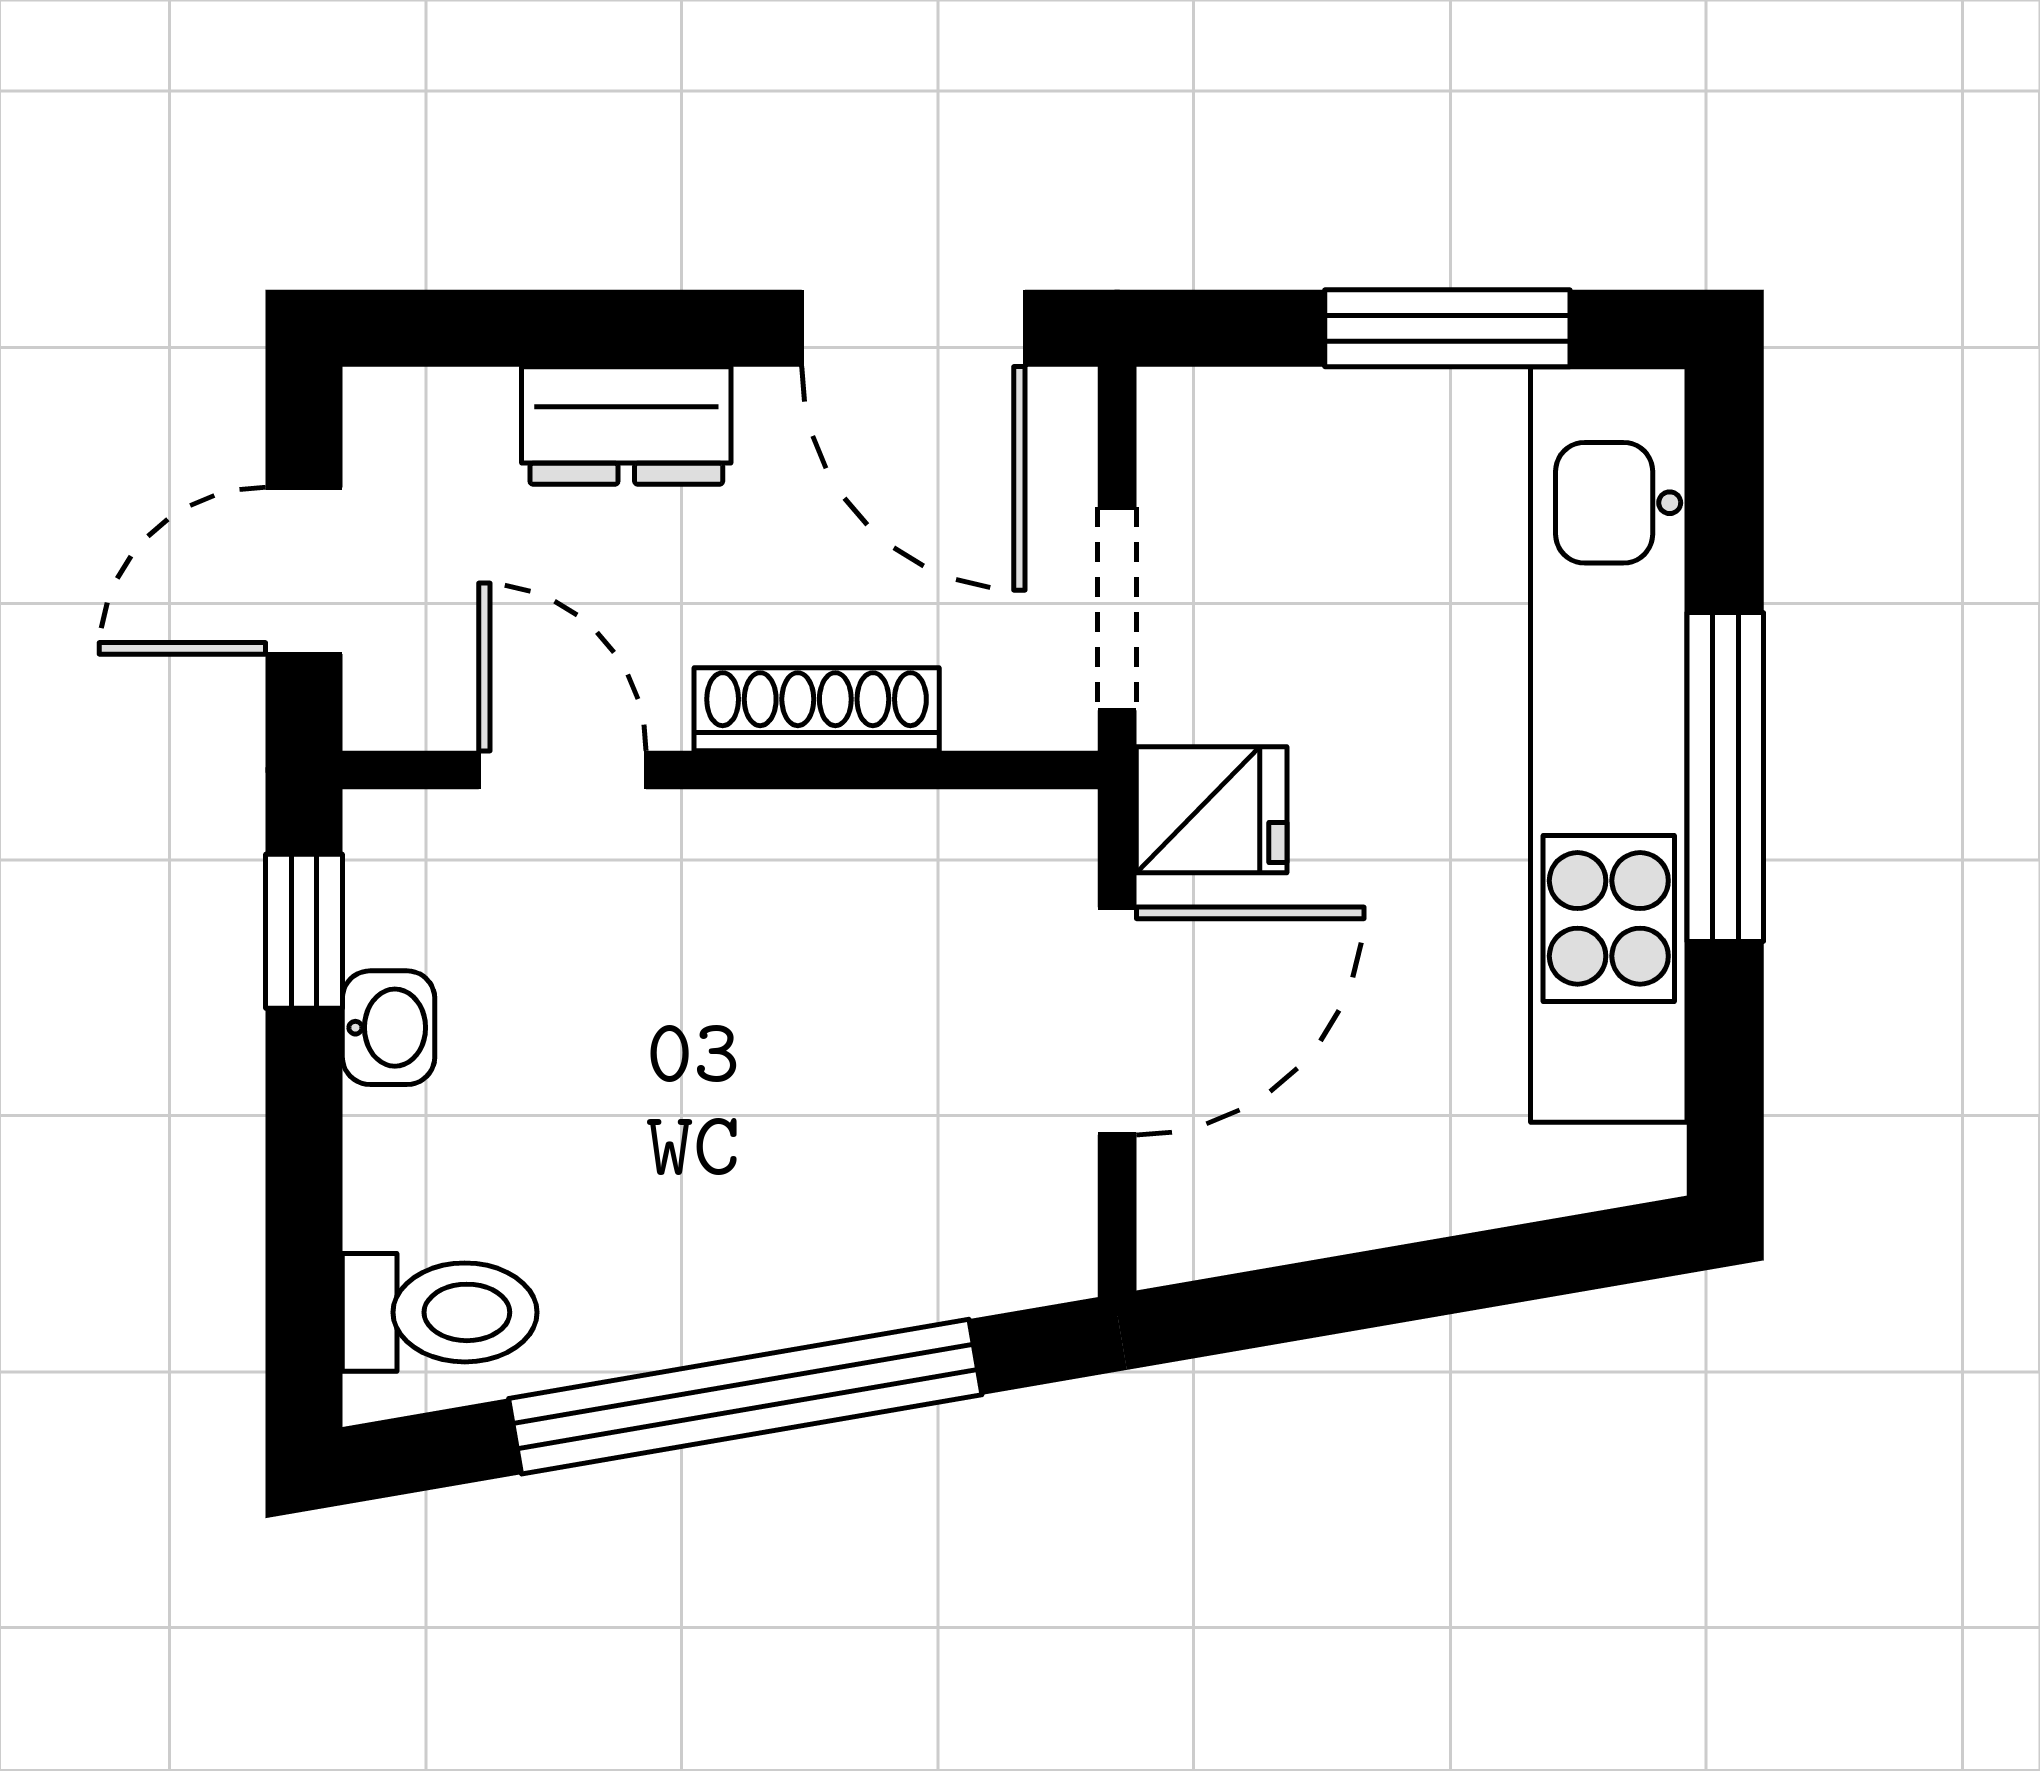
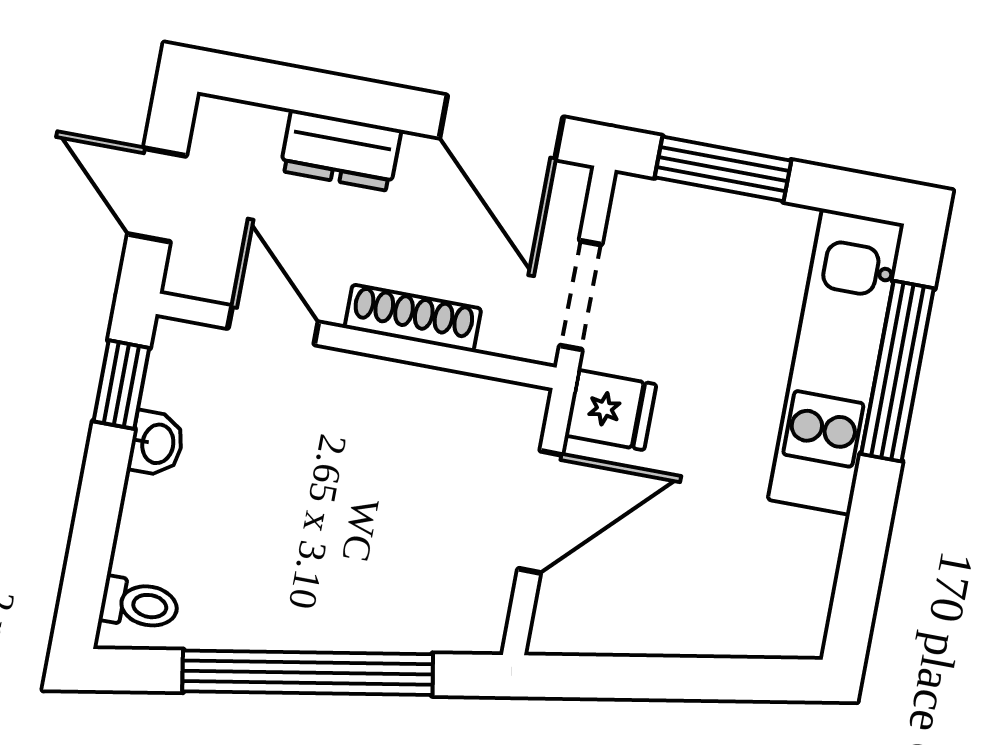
window: (1447, 328) -> (723, 169), moved
door: (304, 571) -> (157, 195), hinge flipped
kitchen unit: (1609, 745) -> (836, 362), width x0.73
window: (1725, 777) -> (898, 371), moved
toilet: (440, 1312) -> (139, 604), width x0.73, depth x0.72

